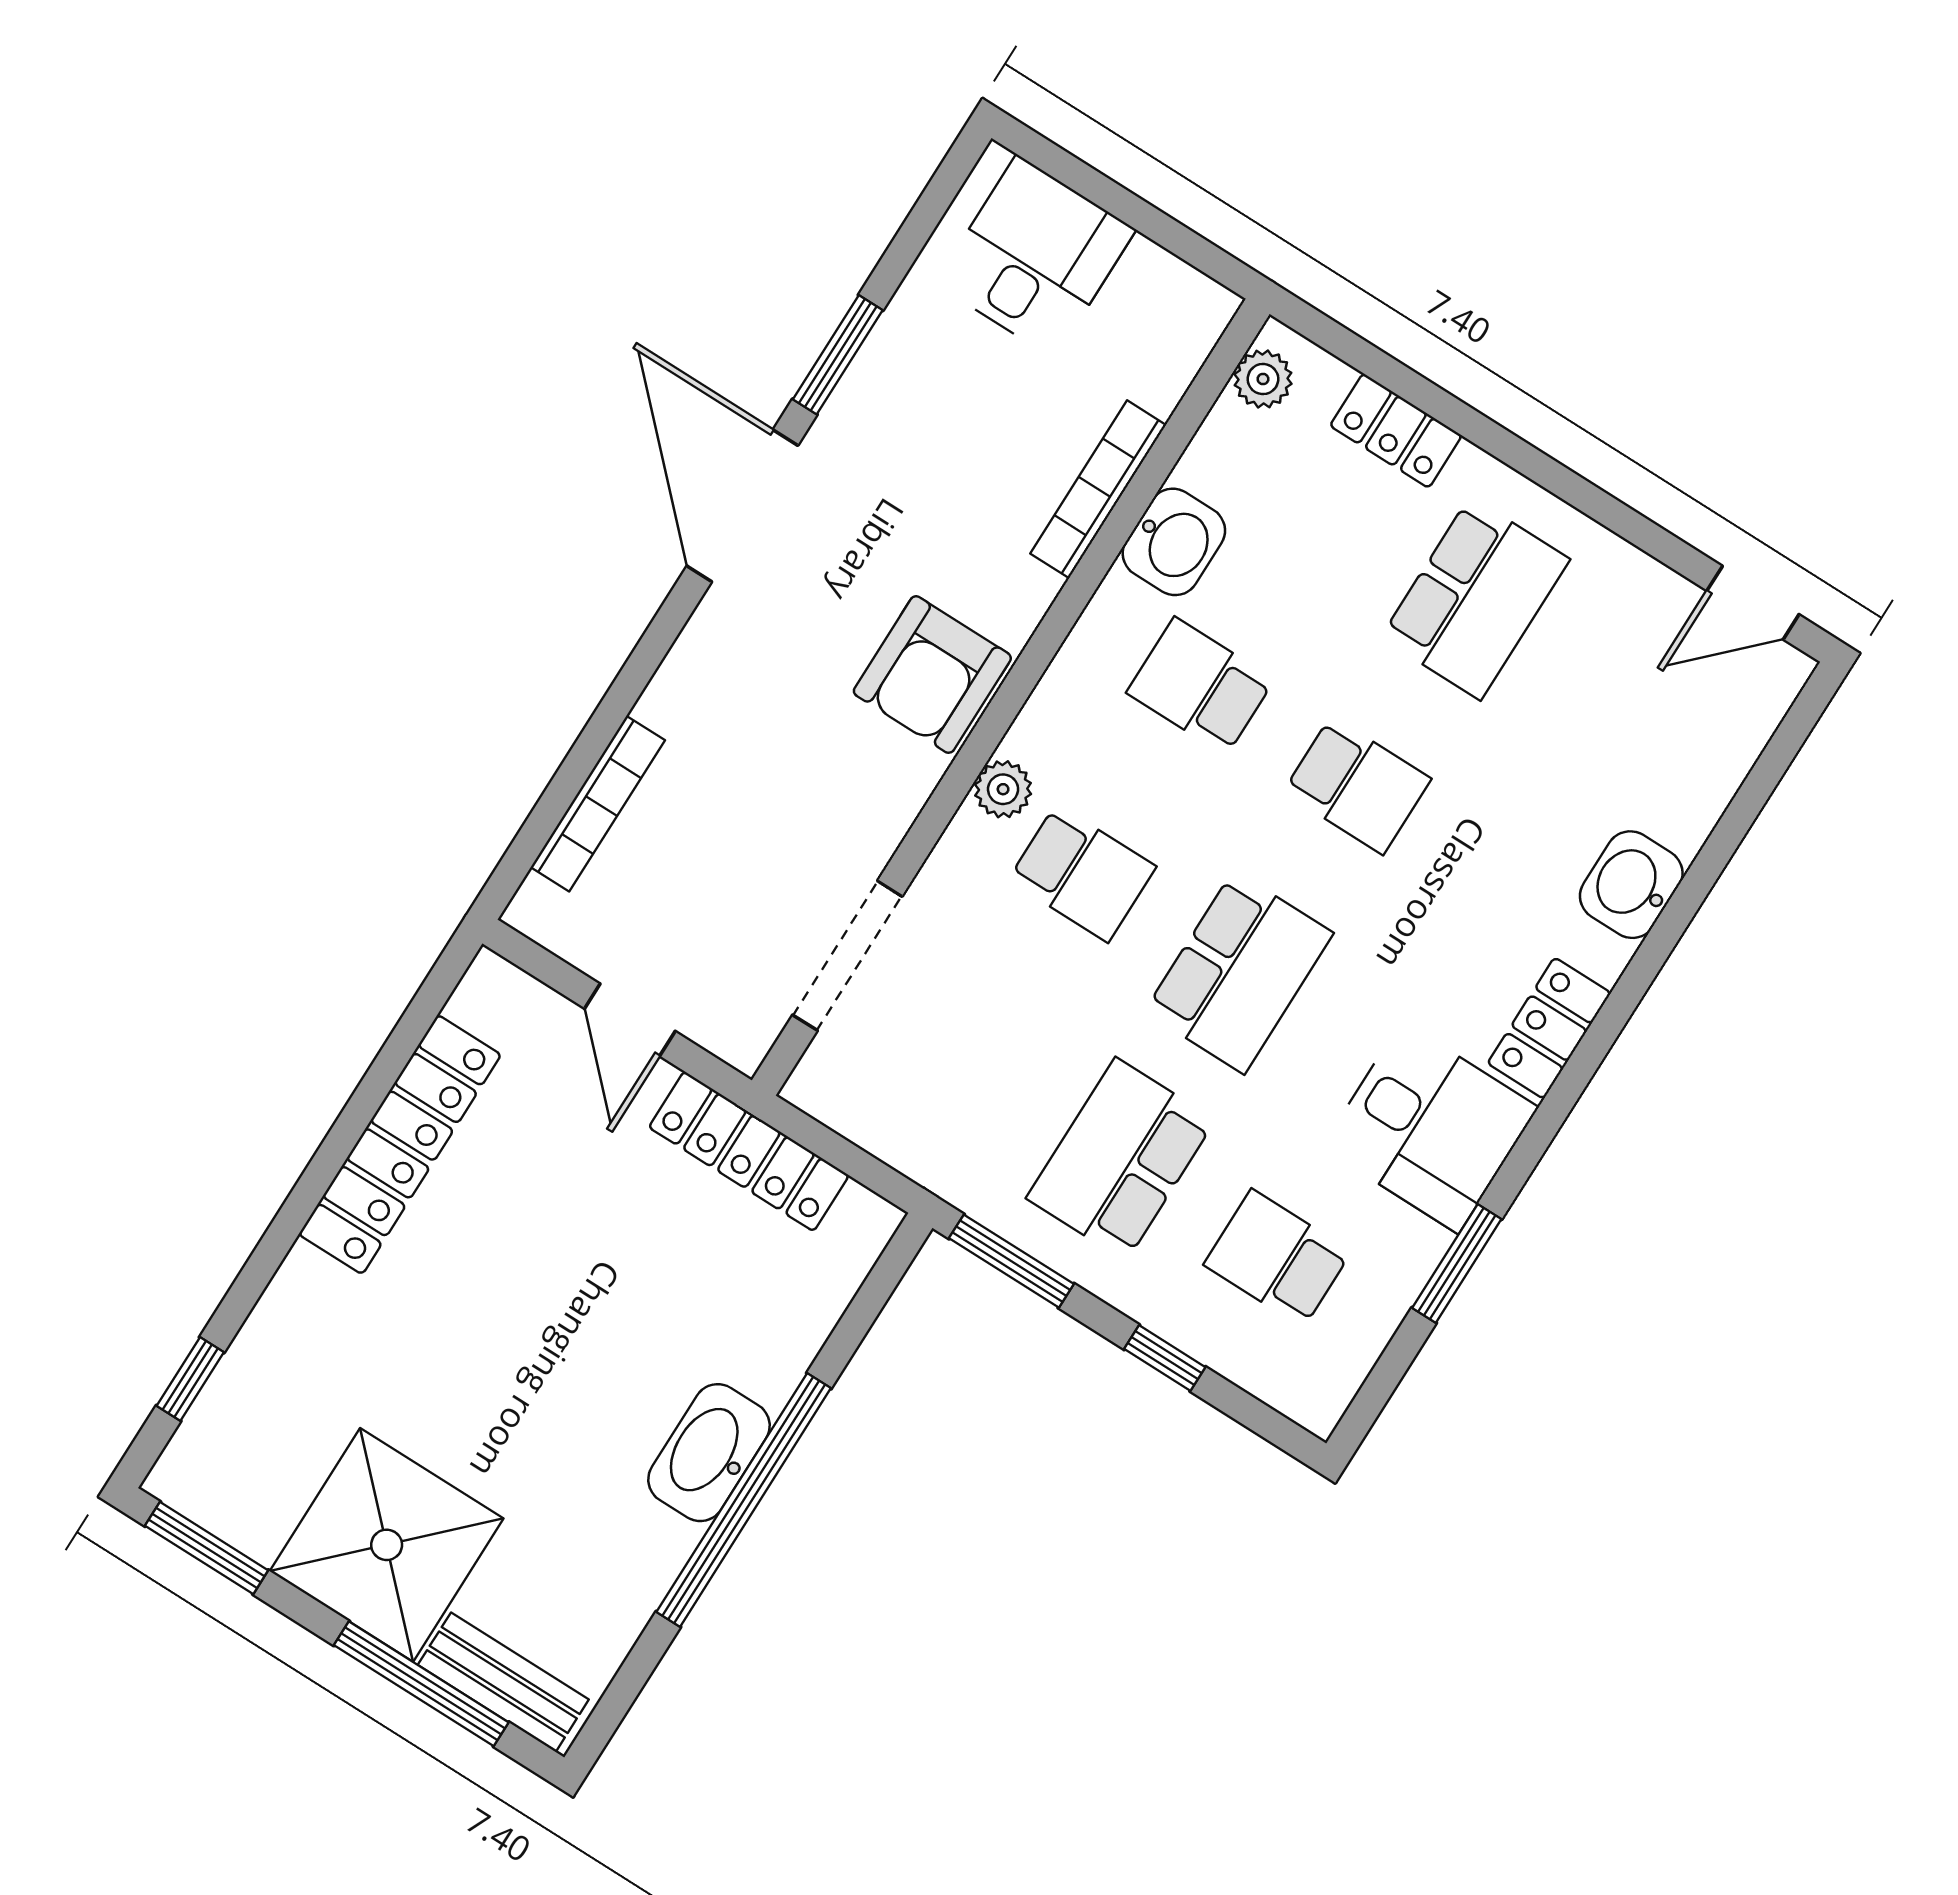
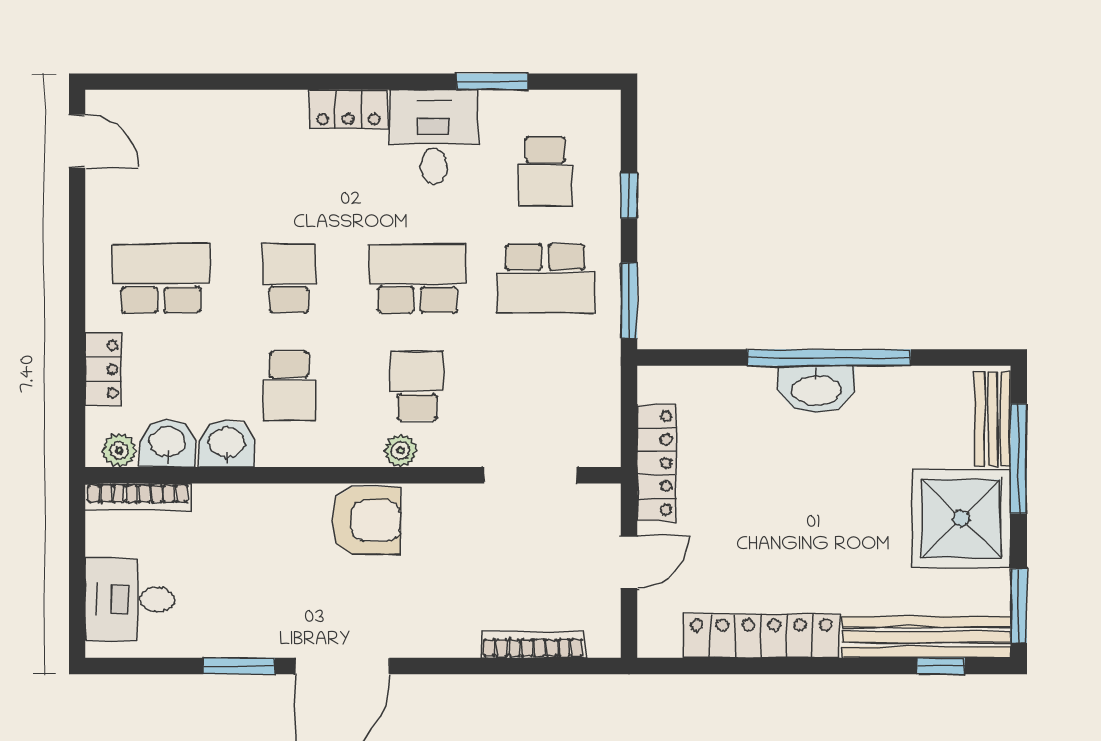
bookcase: (1098, 489) -> (138, 497), moved
washbasin: (1631, 885) -> (167, 443), moved, turned 180
bench: (246, 1384) -> (926, 637), added

